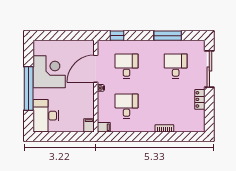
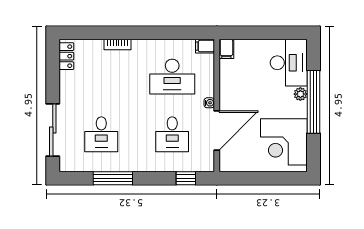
corner desk: (49, 72) -> (284, 142), moved
plant: (38, 94) -> (300, 94), added
locker: (200, 99) -> (66, 56), moved
desk: (127, 106) -> (172, 77), width x1.37

